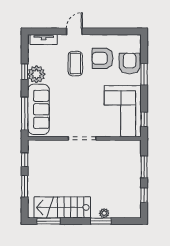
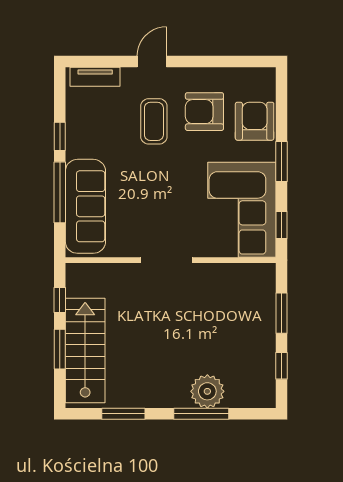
plant: (36, 74) -> (82, 141), removed
window: (144, 74) -> (282, 162), moved
window: (25, 114) -> (60, 192), moved
stairs: (62, 207) -> (85, 351), moved, turned 90
plant: (104, 213) -> (207, 391), width x1.87, depth x1.87
window: (49, 221) -> (123, 414), moved
window: (101, 221) -> (201, 414), width x1.44

